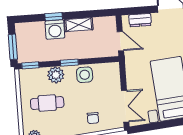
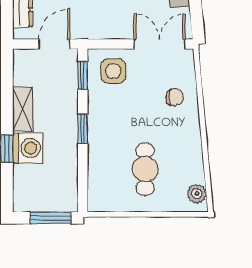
window: (30, 65) -> (83, 75), moved
plant: (56, 75) -> (101, 152), removed
side table: (85, 75) -> (113, 71), moved

